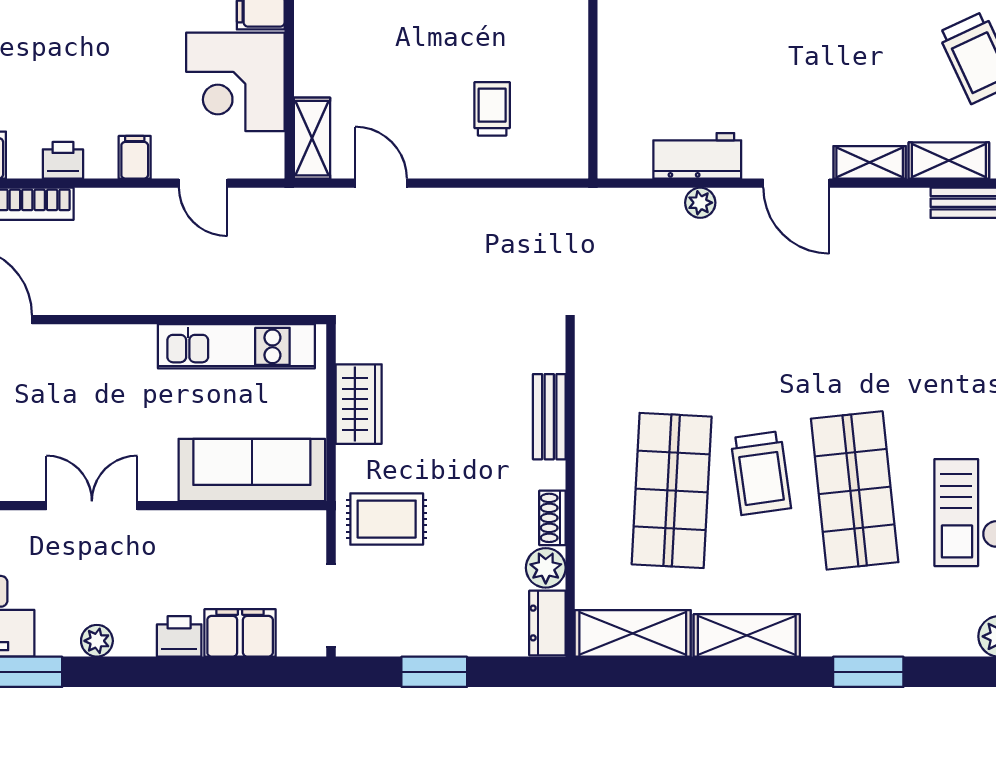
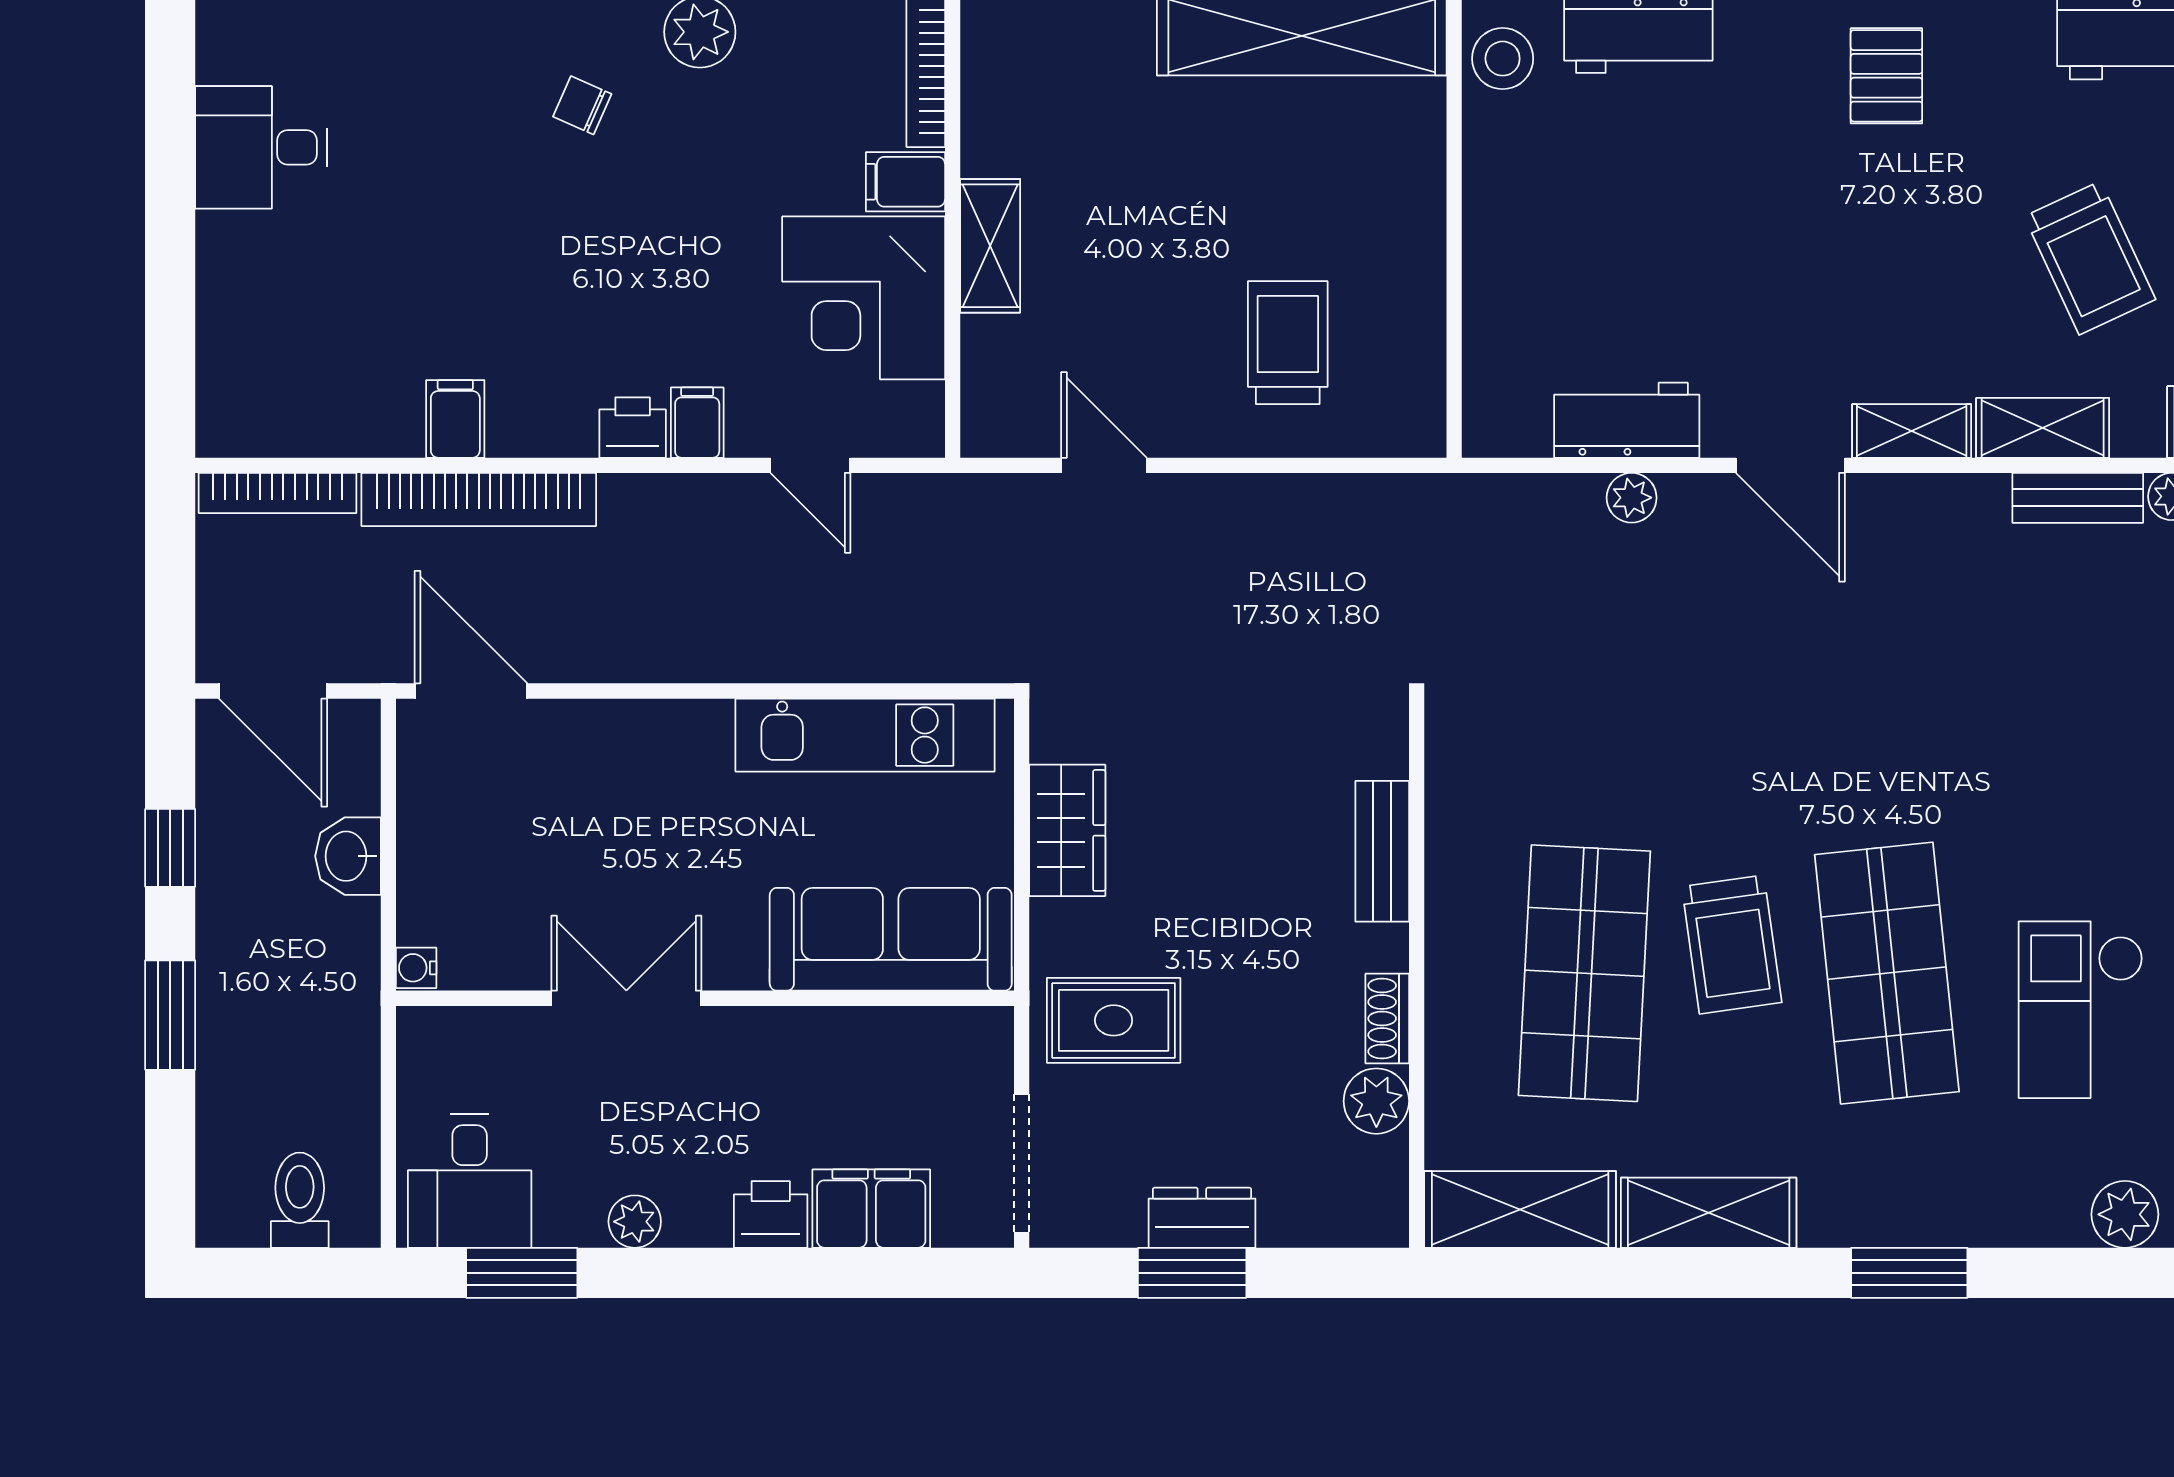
trolley: (492, 109) -> (1288, 343), width x1.36, depth x1.39
shelving: (312, 138) -> (990, 246), moved
printer: (63, 160) -> (633, 428), moved
dresser: (547, 623) -> (1202, 1218), moved, turned 90

